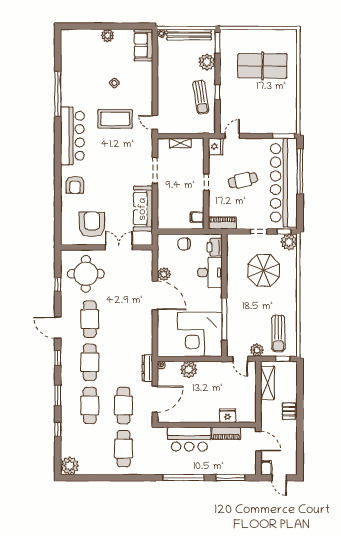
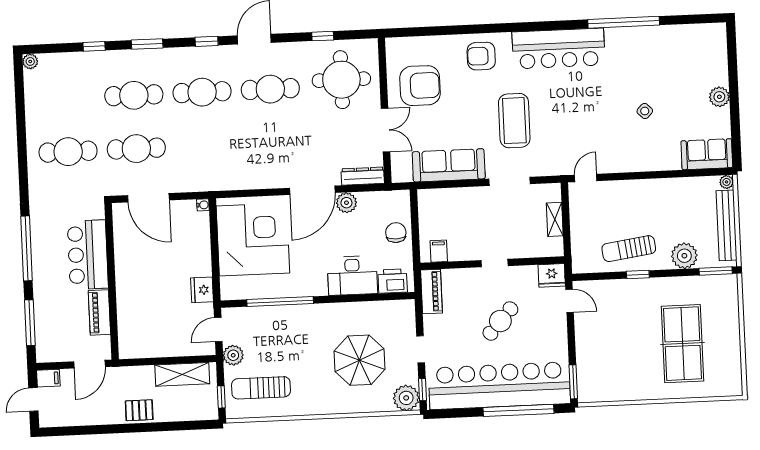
coffee table: (115, 119) -> (514, 121), moved
cafe table: (243, 180) -> (500, 321), turned 55
corner desk: (200, 334) -> (253, 239), moved, turned 90
dresser: (147, 368) -> (363, 176), moved
plant: (189, 370) -> (198, 249), removed
fridge: (227, 416) -> (202, 290), moved, turned 180
plant: (70, 466) -> (30, 61), width x0.53, depth x0.53

